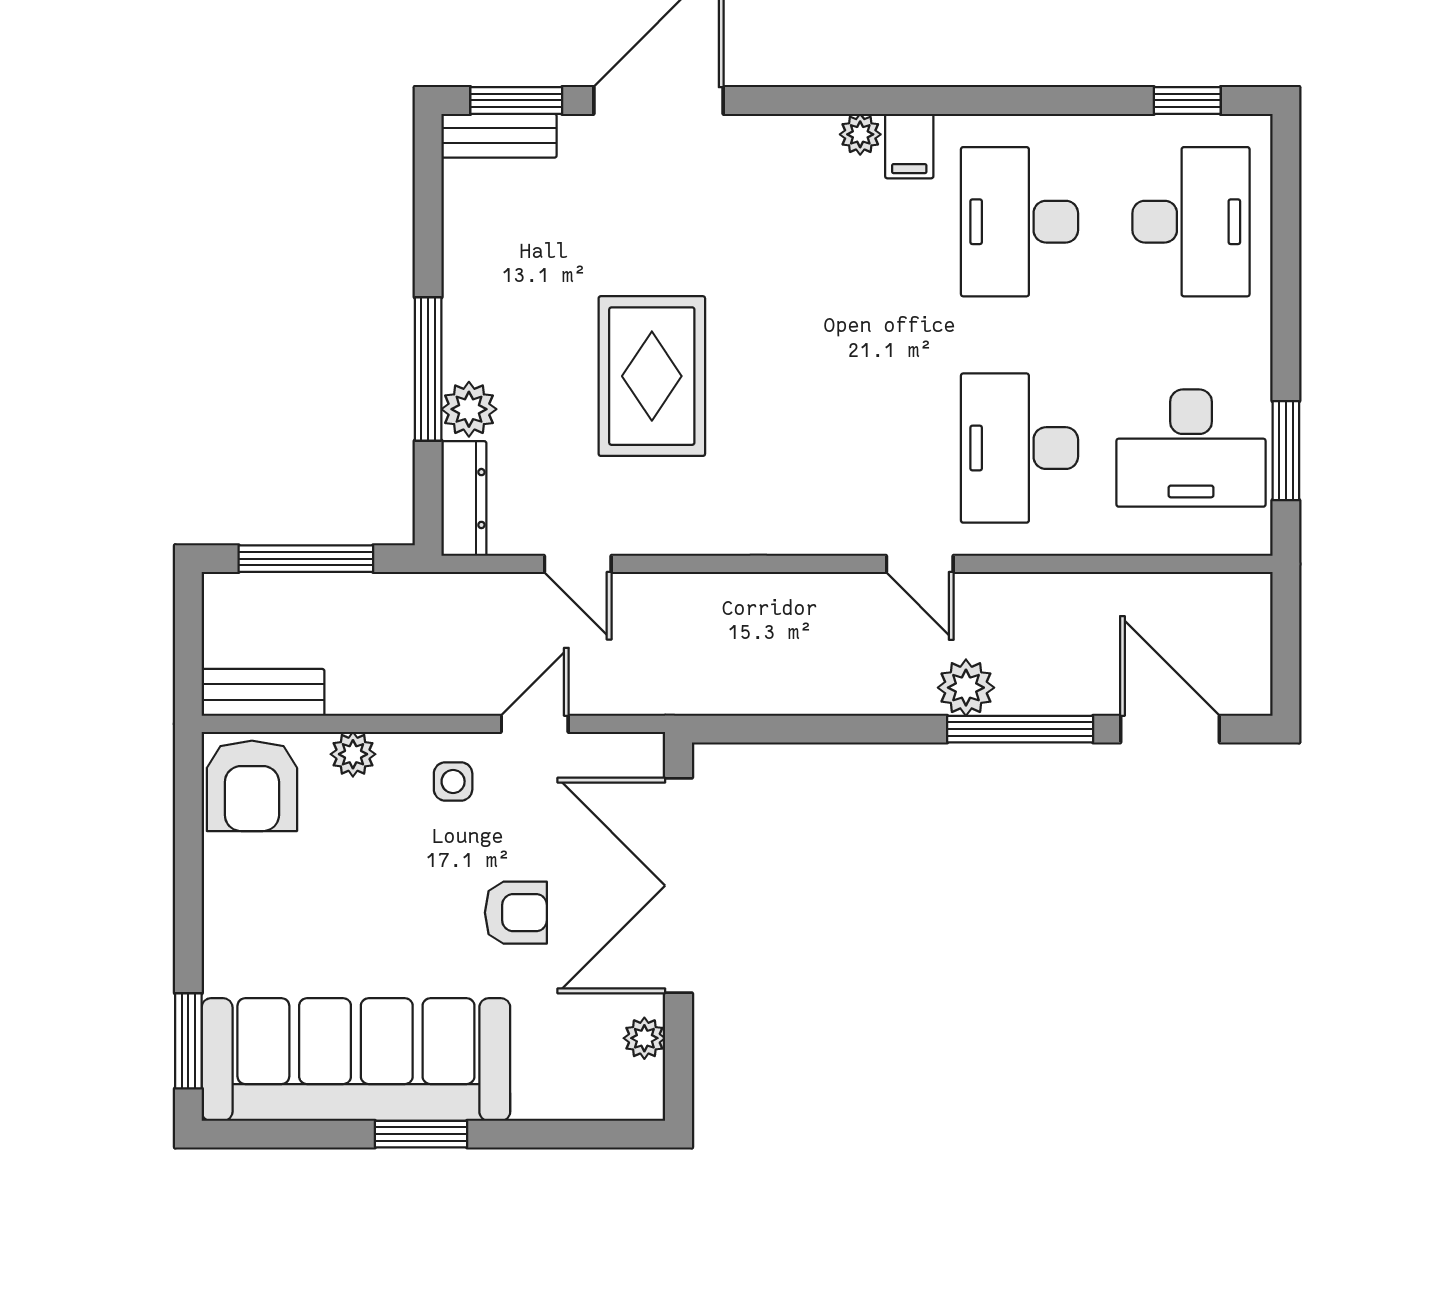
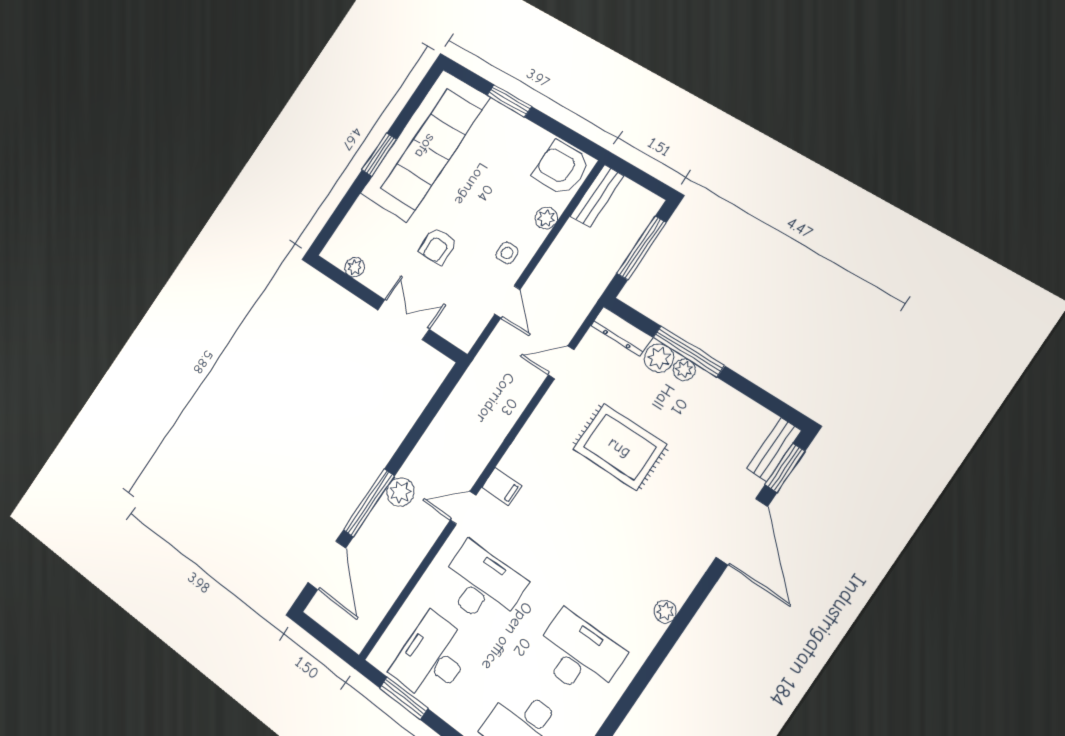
filing cabinet: (909, 146) -> (502, 486), moved, turned 180
plant: (462, 357) -> (684, 370), added
door: (1170, 729) -> (327, 565), hinge flipped
double door: (679, 886) -> (403, 320), width x0.54
window: (188, 1041) -> (509, 101), moved

